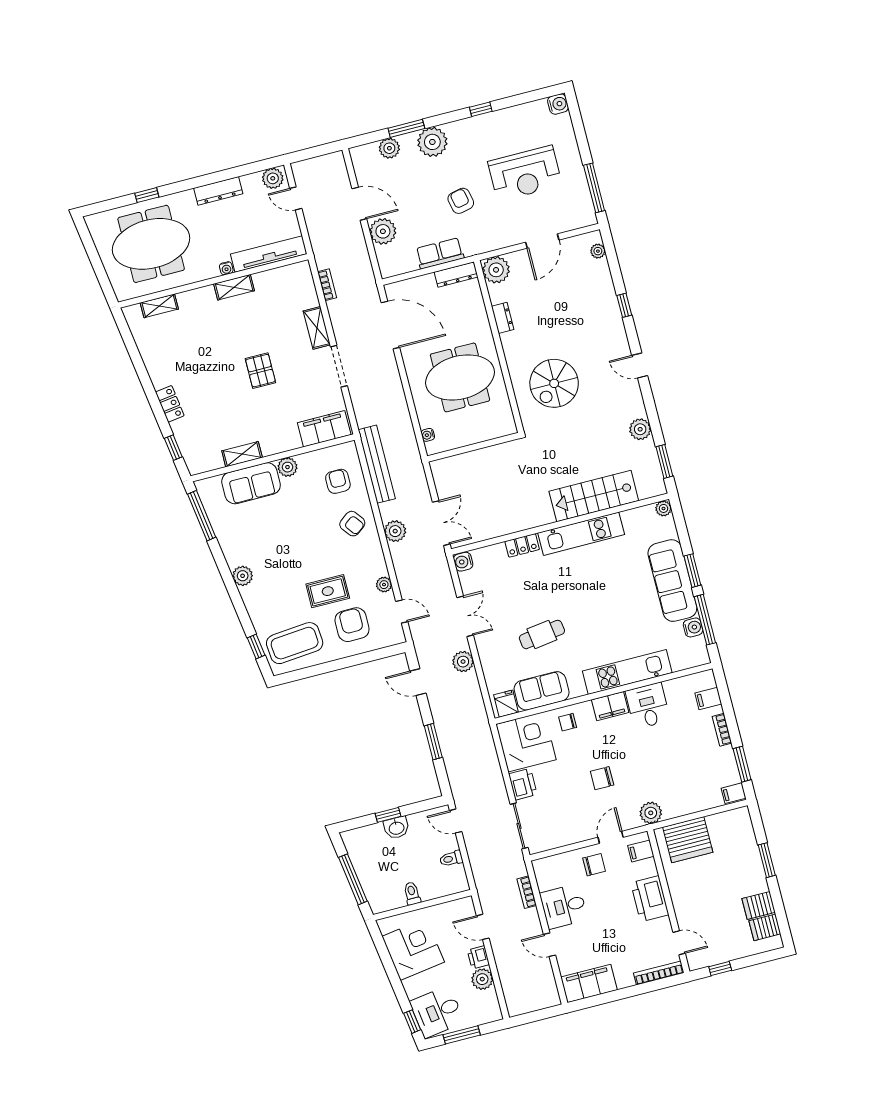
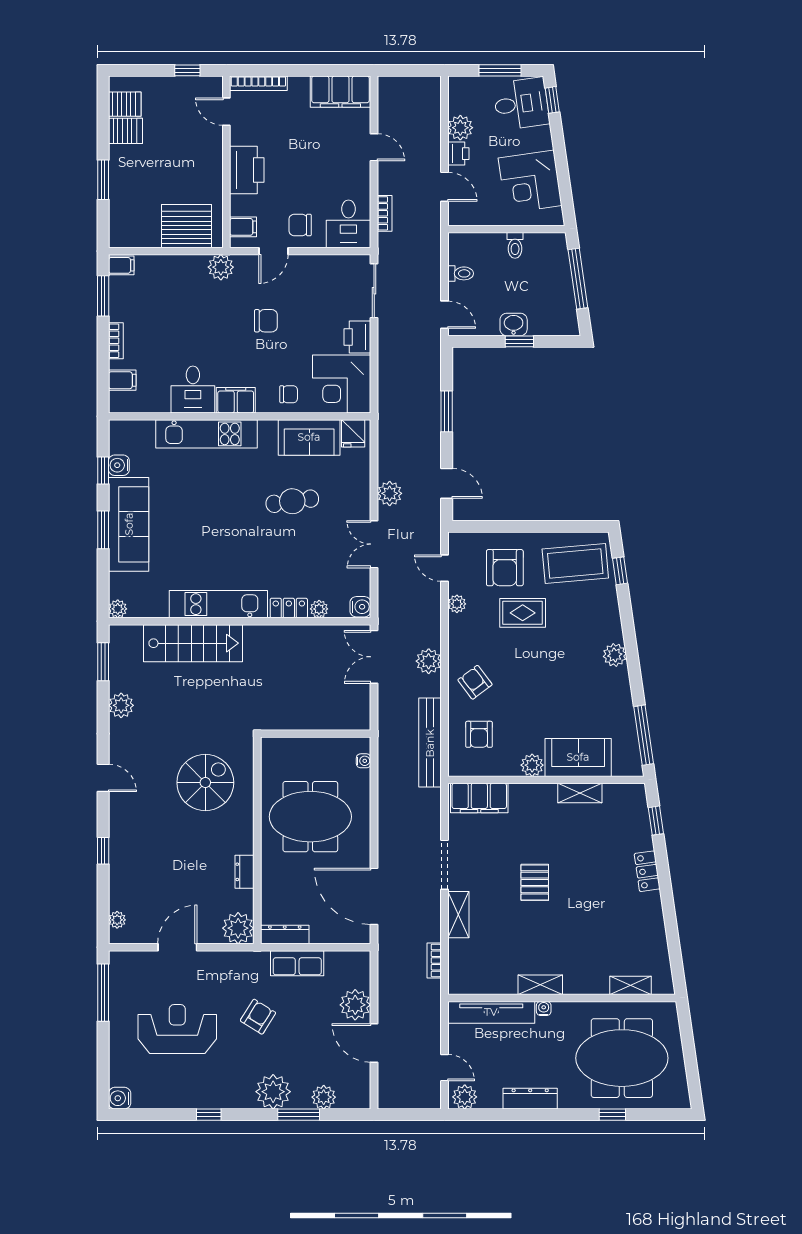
armchair: (461, 201) -> (258, 1017), turned -136
plant: (497, 551) -> (319, 609), added
window: (705, 620) -> (103, 471), width x0.46
desk: (564, 906) -> (348, 224), moved, turned 90

